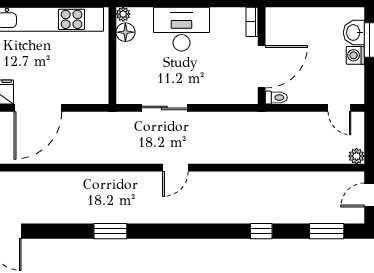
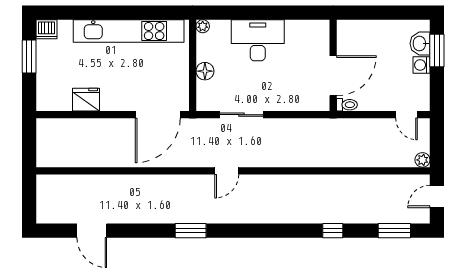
bookcase: (252, 22) -> (324, 34), removed
floor lamp: (125, 32) -> (205, 71), moved
door: (38, 108) -> (158, 115), moved
door: (175, 168) -> (227, 171), moved

